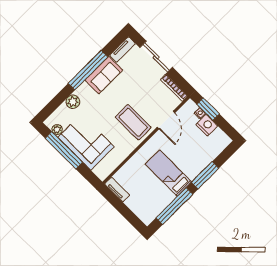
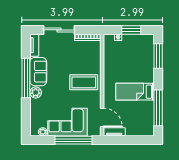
plant: (73, 102) -> (36, 92), moved
window: (208, 109) -> (131, 30), moved
door: (166, 120) -> (102, 117), moved
nightstand: (207, 125) -> (129, 40), removed
window: (64, 150) -> (74, 140), moved
window: (205, 175) -> (158, 56), moved

